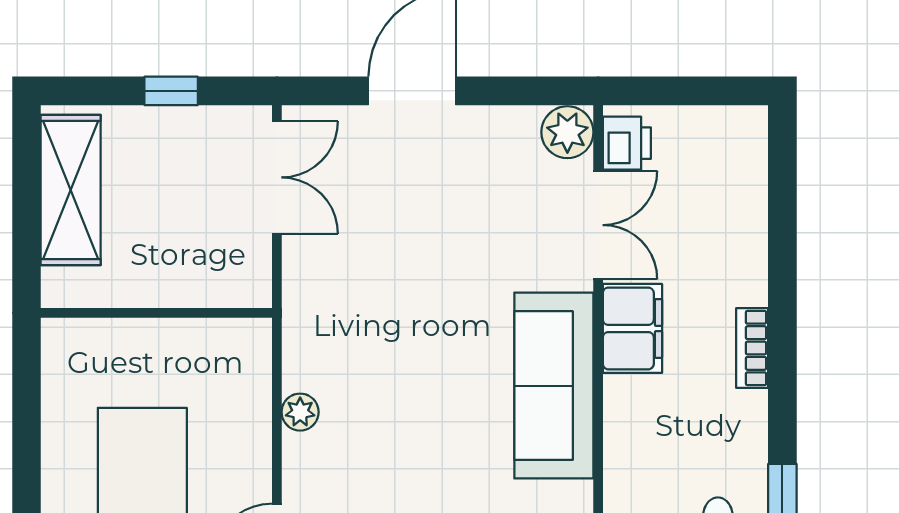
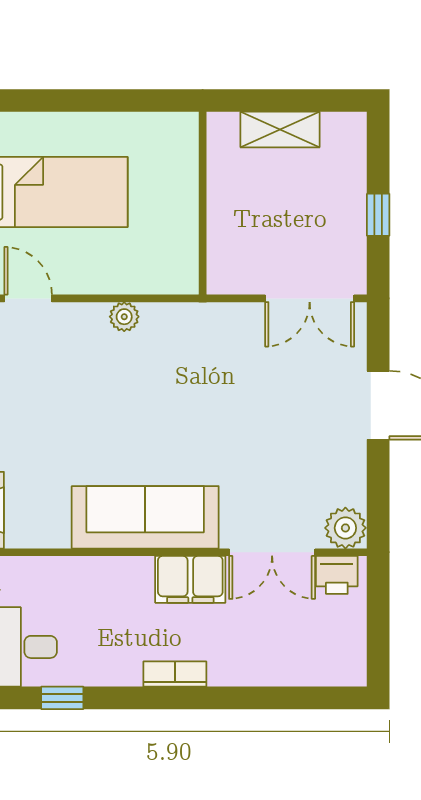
shelving: (71, 190) -> (280, 129), width x0.67, depth x0.75

